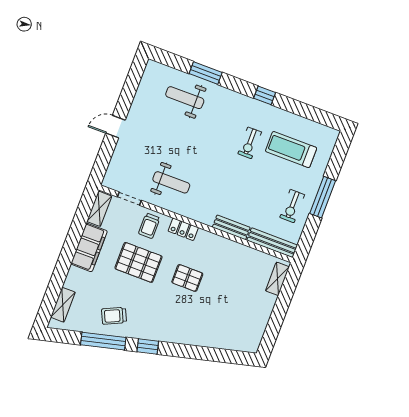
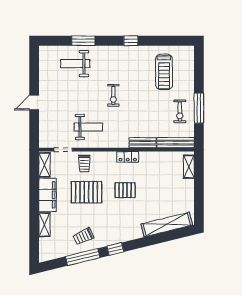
exercise bike: (250, 143) -> (113, 95), moved
treadmill: (291, 150) -> (164, 72), turned -90
window: (323, 197) -> (199, 108), moved
locker: (183, 229) -> (128, 157), moved
shelving: (63, 305) -> (44, 225), moved
shelving: (223, 340) -> (167, 224), added

